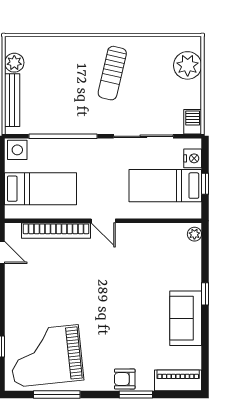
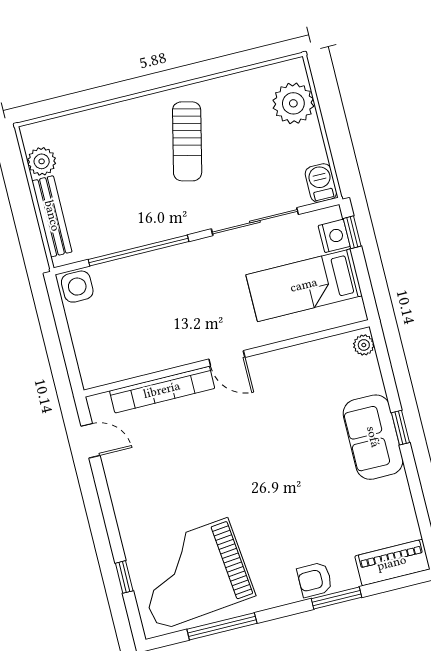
window: (205, 184) -> (352, 232), moved
bed: (41, 189) -> (125, 334), removed
sofa: (186, 318) -> (373, 437), moved

